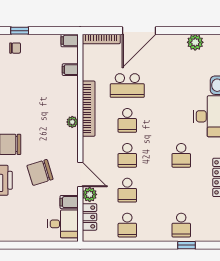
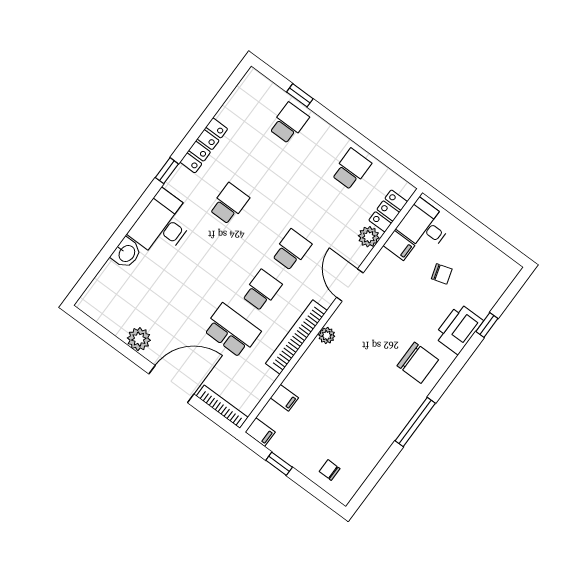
window: (20, 31) -> (279, 464), moved
plant: (195, 42) -> (139, 339), moved
chair: (40, 172) -> (442, 274), moved, width x0.54, depth x0.54
door: (80, 175) -> (350, 285), moved
school desk: (127, 190) -> (321, 210), removed

